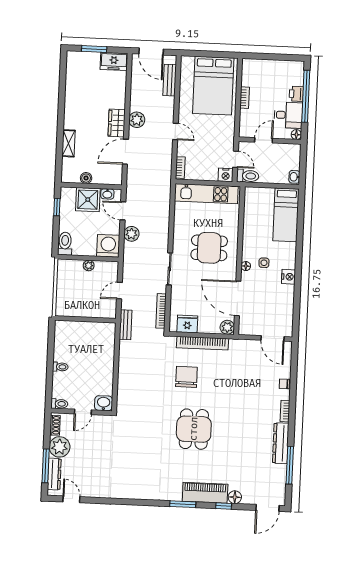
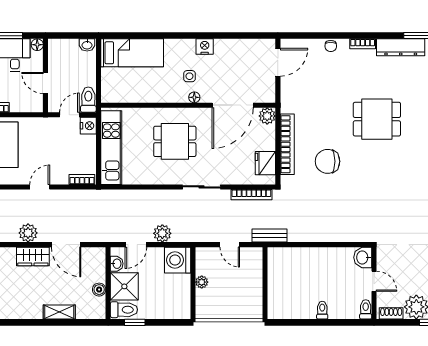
toilet: (65, 244) -> (124, 310), moved, turned 180
dining table: (209, 248) -> (175, 141), turned 90
dining table: (194, 429) -> (377, 119), moved

